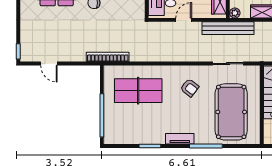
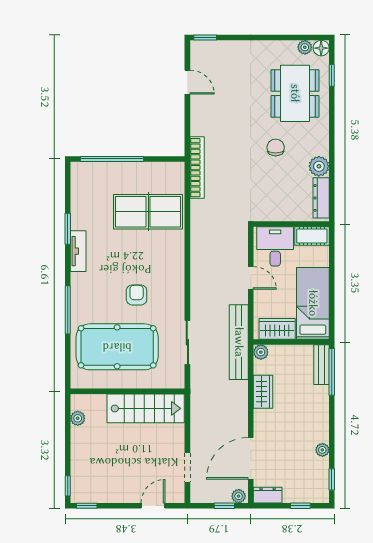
door: (49, 64) -> (187, 82), swing flipped
armchair: (190, 88) -> (137, 295), moved, turned 143
table tennis table: (138, 91) -> (148, 212), turned 90
tv unit: (180, 139) -> (78, 251), moved

